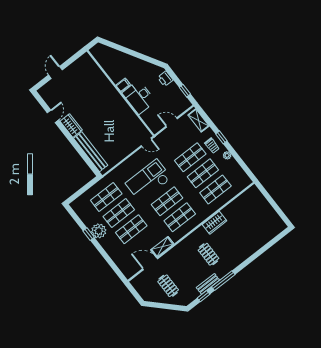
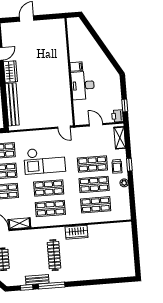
printer: (165, 79) -> (117, 116), moved
checkout: (148, 181) -> (45, 160), turned 180
clothes rail: (208, 254) -> (54, 255), width x1.36

